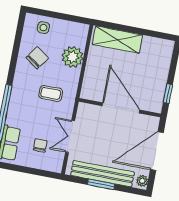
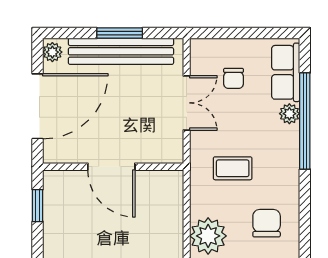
chair: (37, 58) -> (267, 223), turned 145
door: (121, 108) -> (111, 167), width x0.73
plant: (12, 119) -> (289, 114), added

